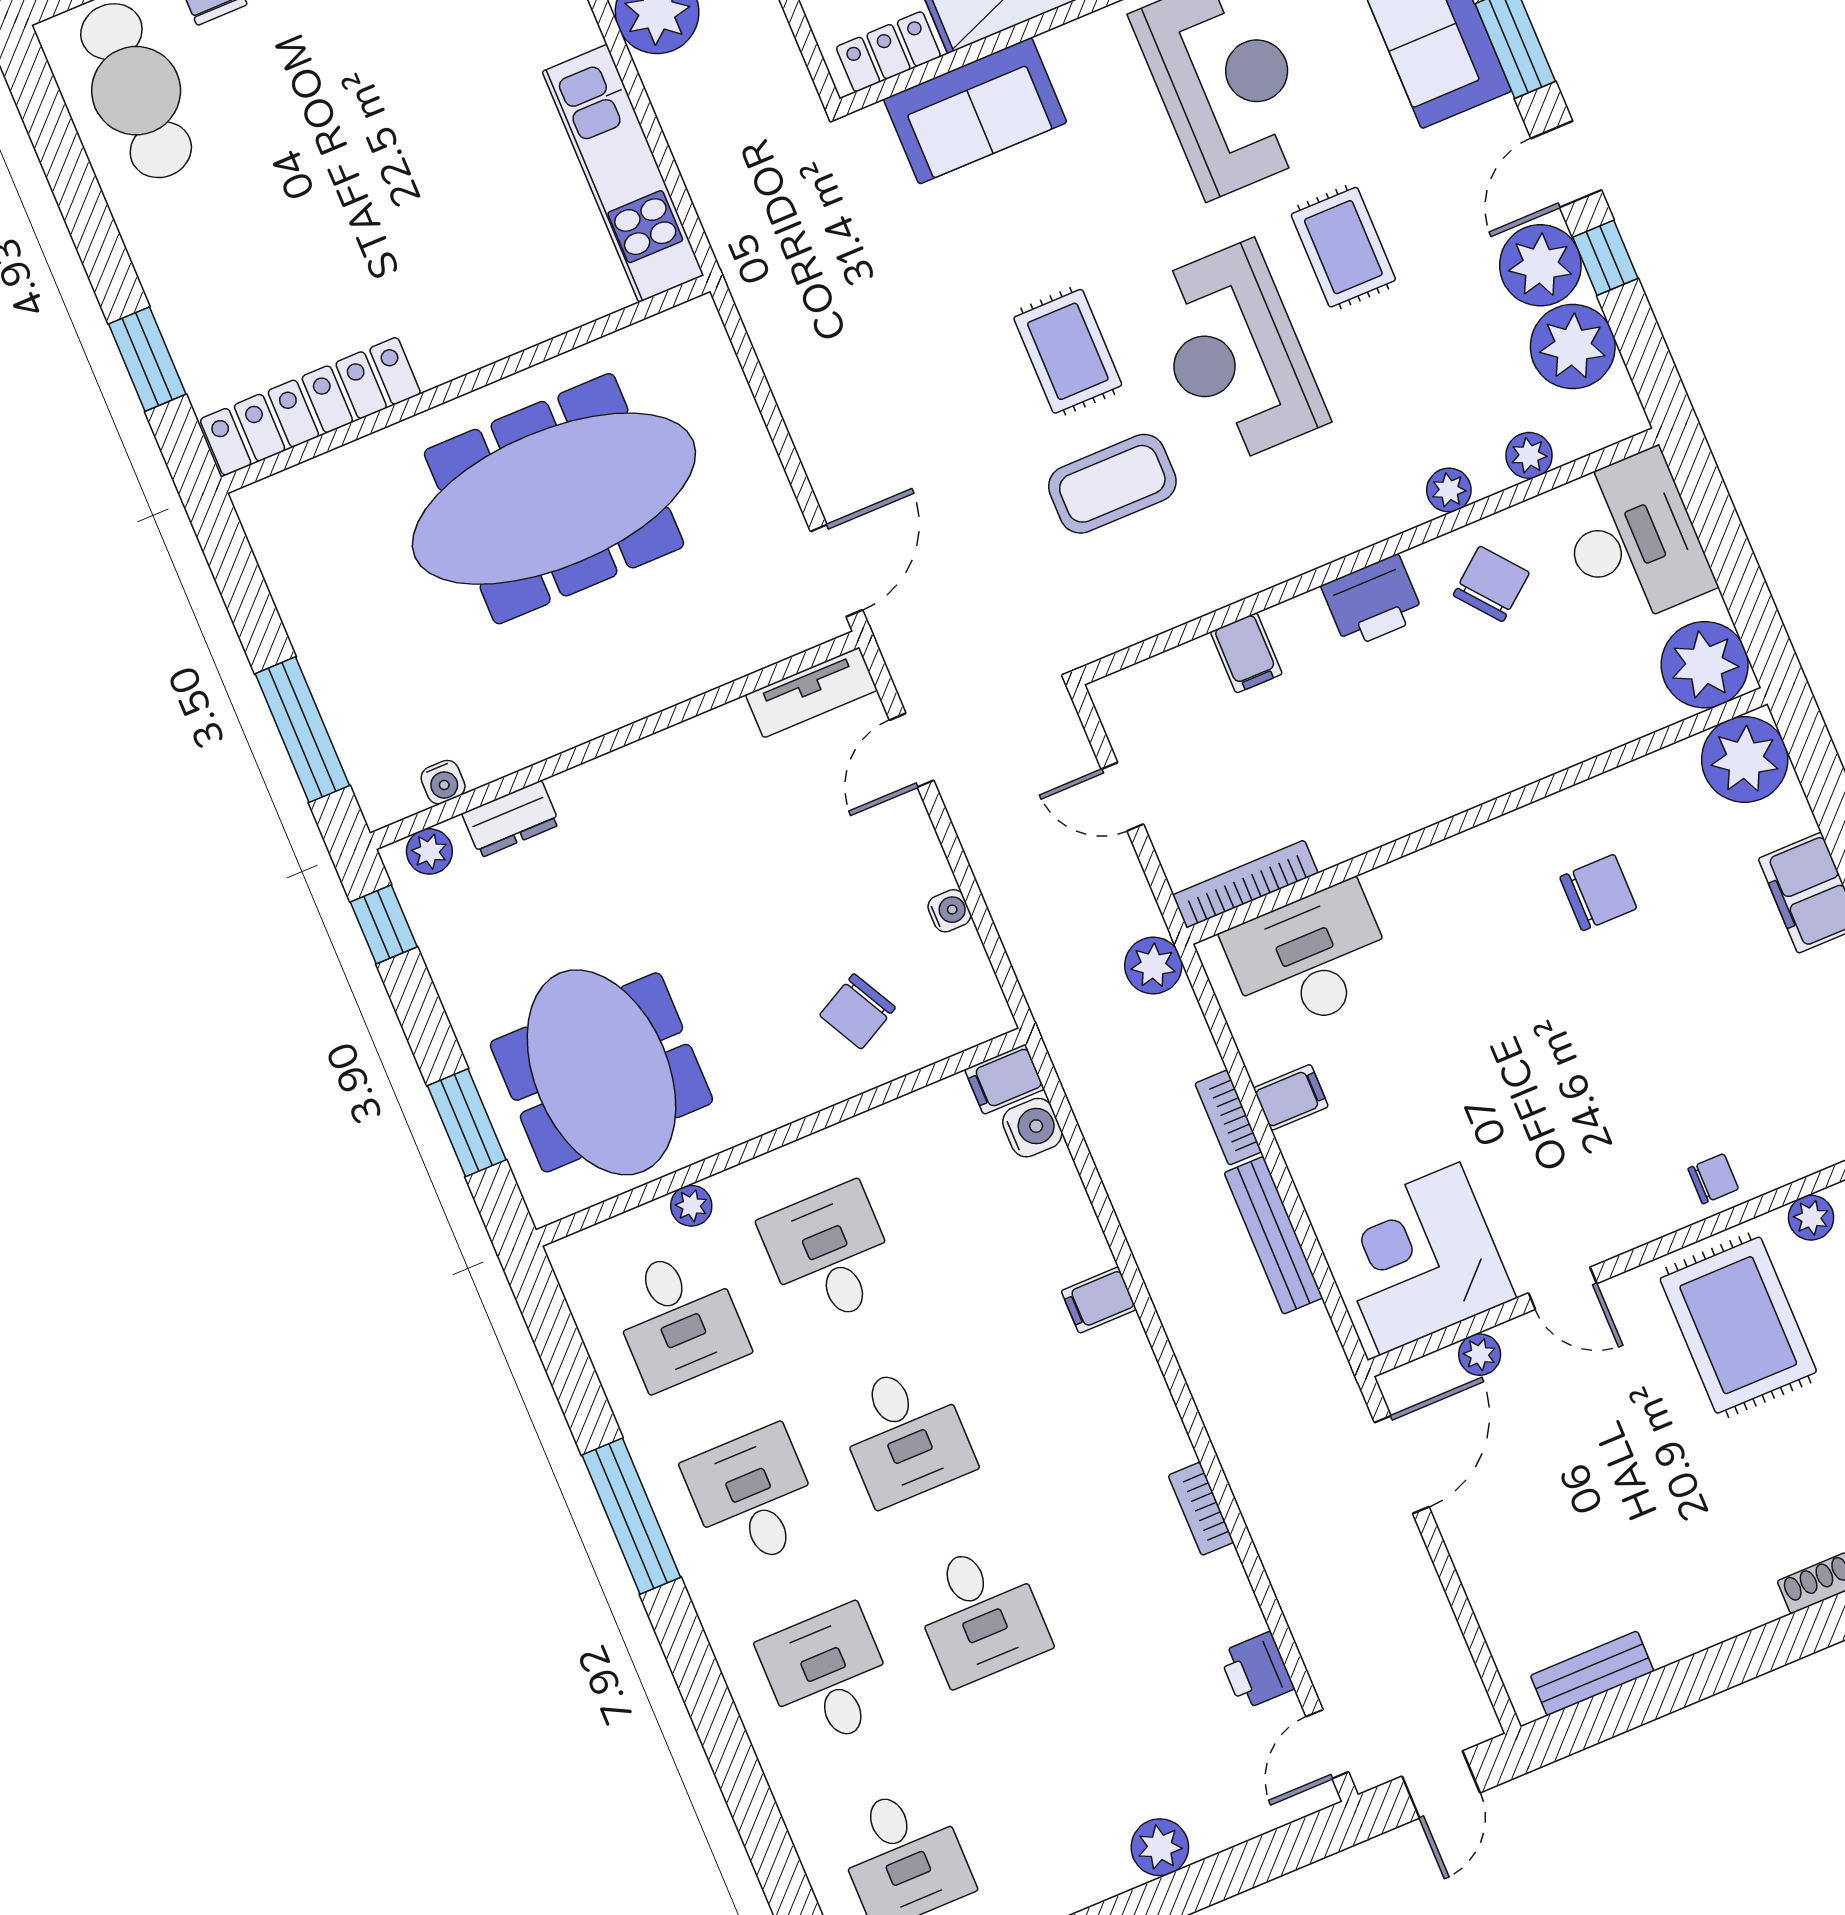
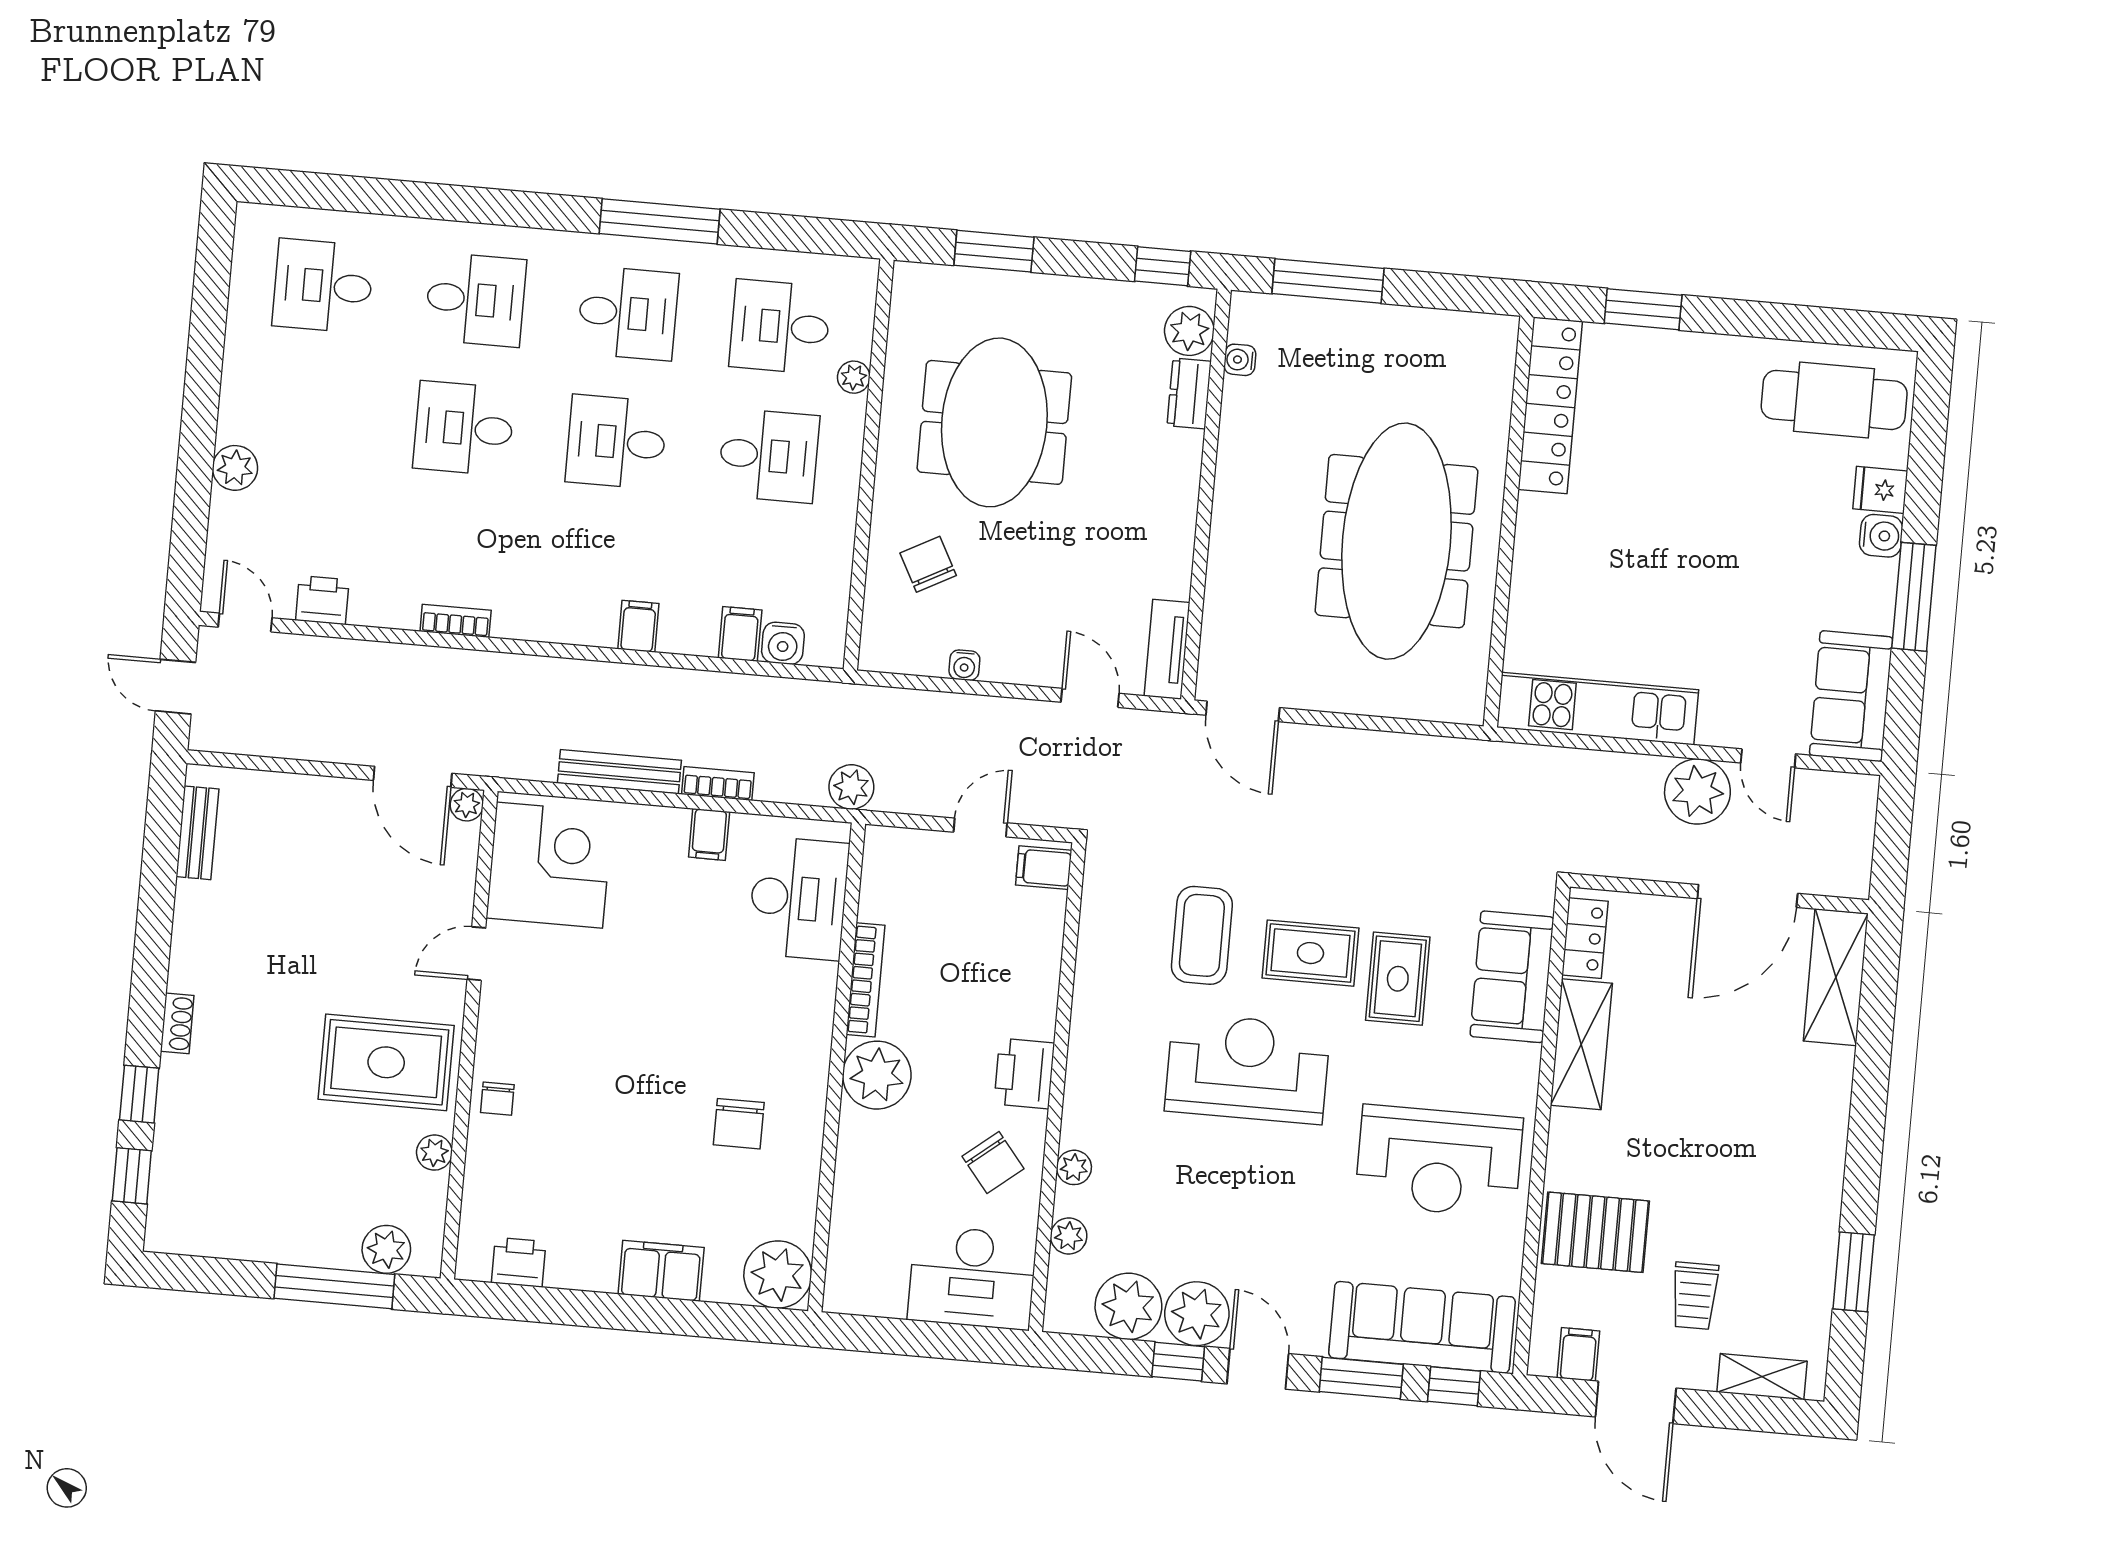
rug: (1343, 247) -> (1398, 979), moved, turned 90
filing cabinet: (1246, 653) -> (1044, 868), moved
plant: (1705, 665) -> (877, 1075), moved
plant: (429, 851) -> (1189, 331), width x1.38, depth x1.38
bookcase: (1245, 884) -> (865, 980), moved
meeting table: (601, 1072) -> (994, 422), moved, turned 90
filing cabinet: (1005, 1079) -> (740, 634), moved
plant: (1480, 1355) -> (467, 805), moved

